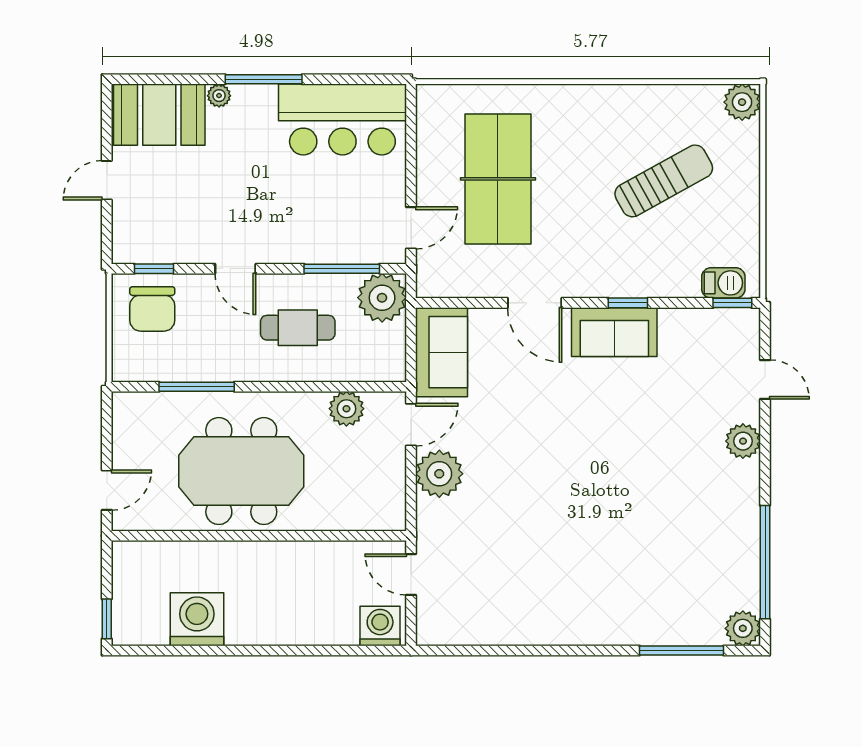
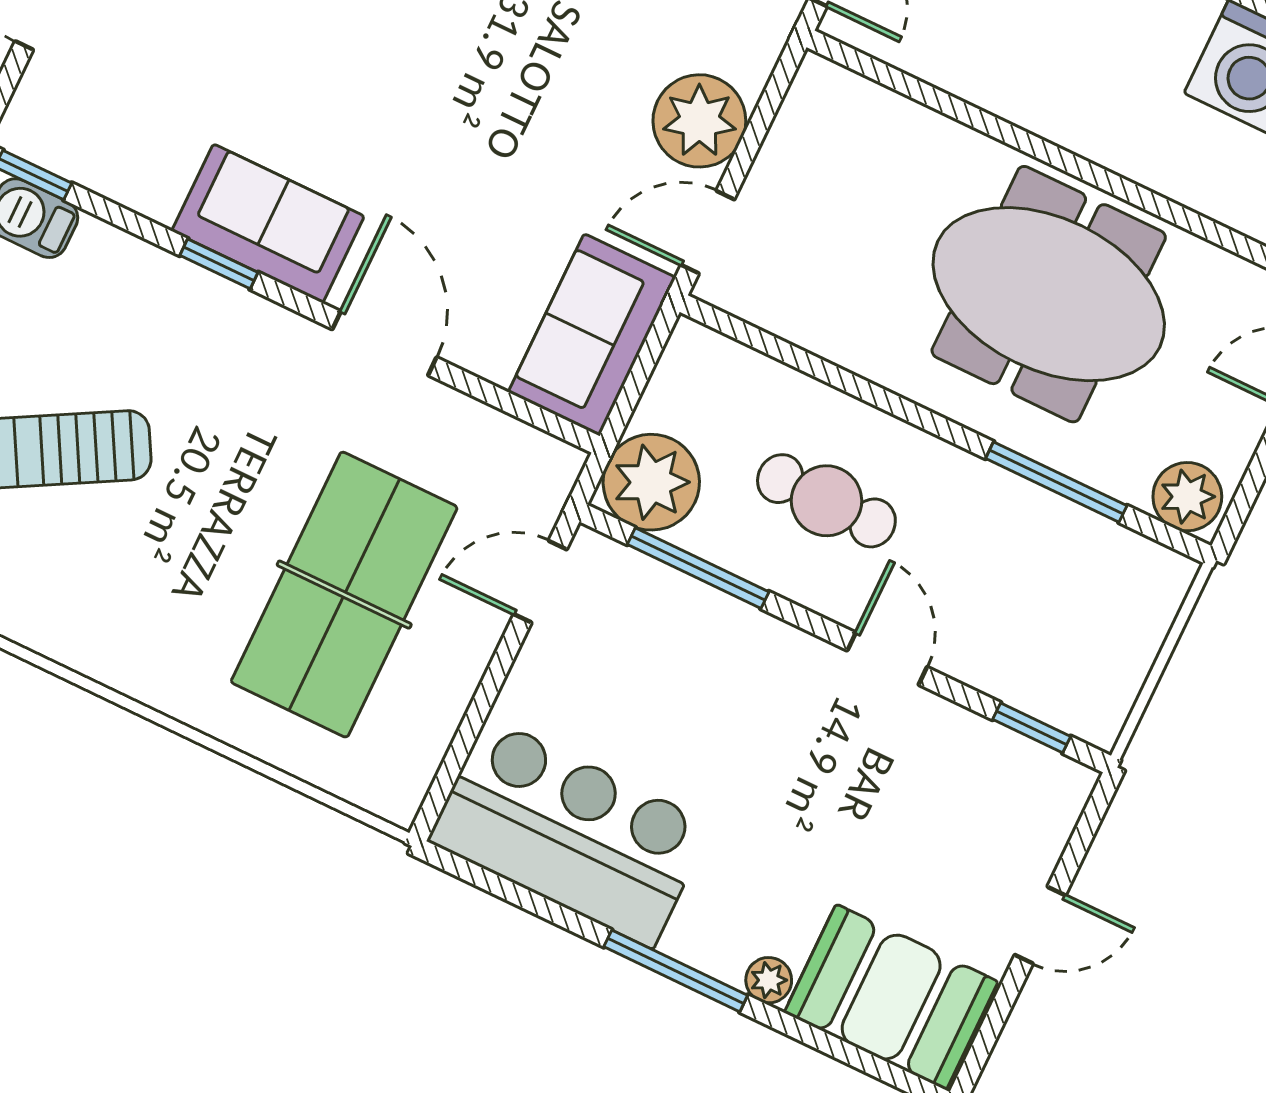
chair: (152, 309) -> (1069, 658), removed
plant: (346, 409) -> (1187, 497), moved

